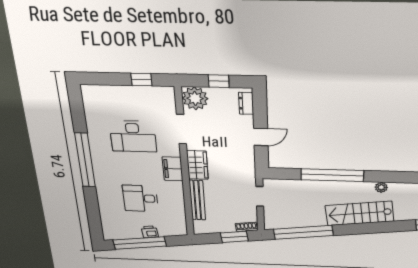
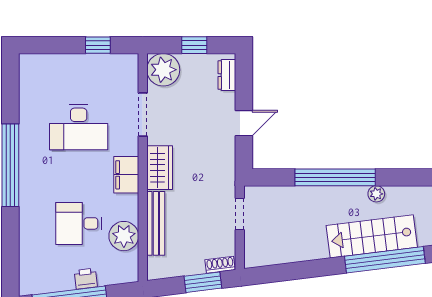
plant: (381, 187) -> (376, 194), moved
plant: (174, 207) -> (124, 236), added
window: (303, 232) -> (385, 260), moved

